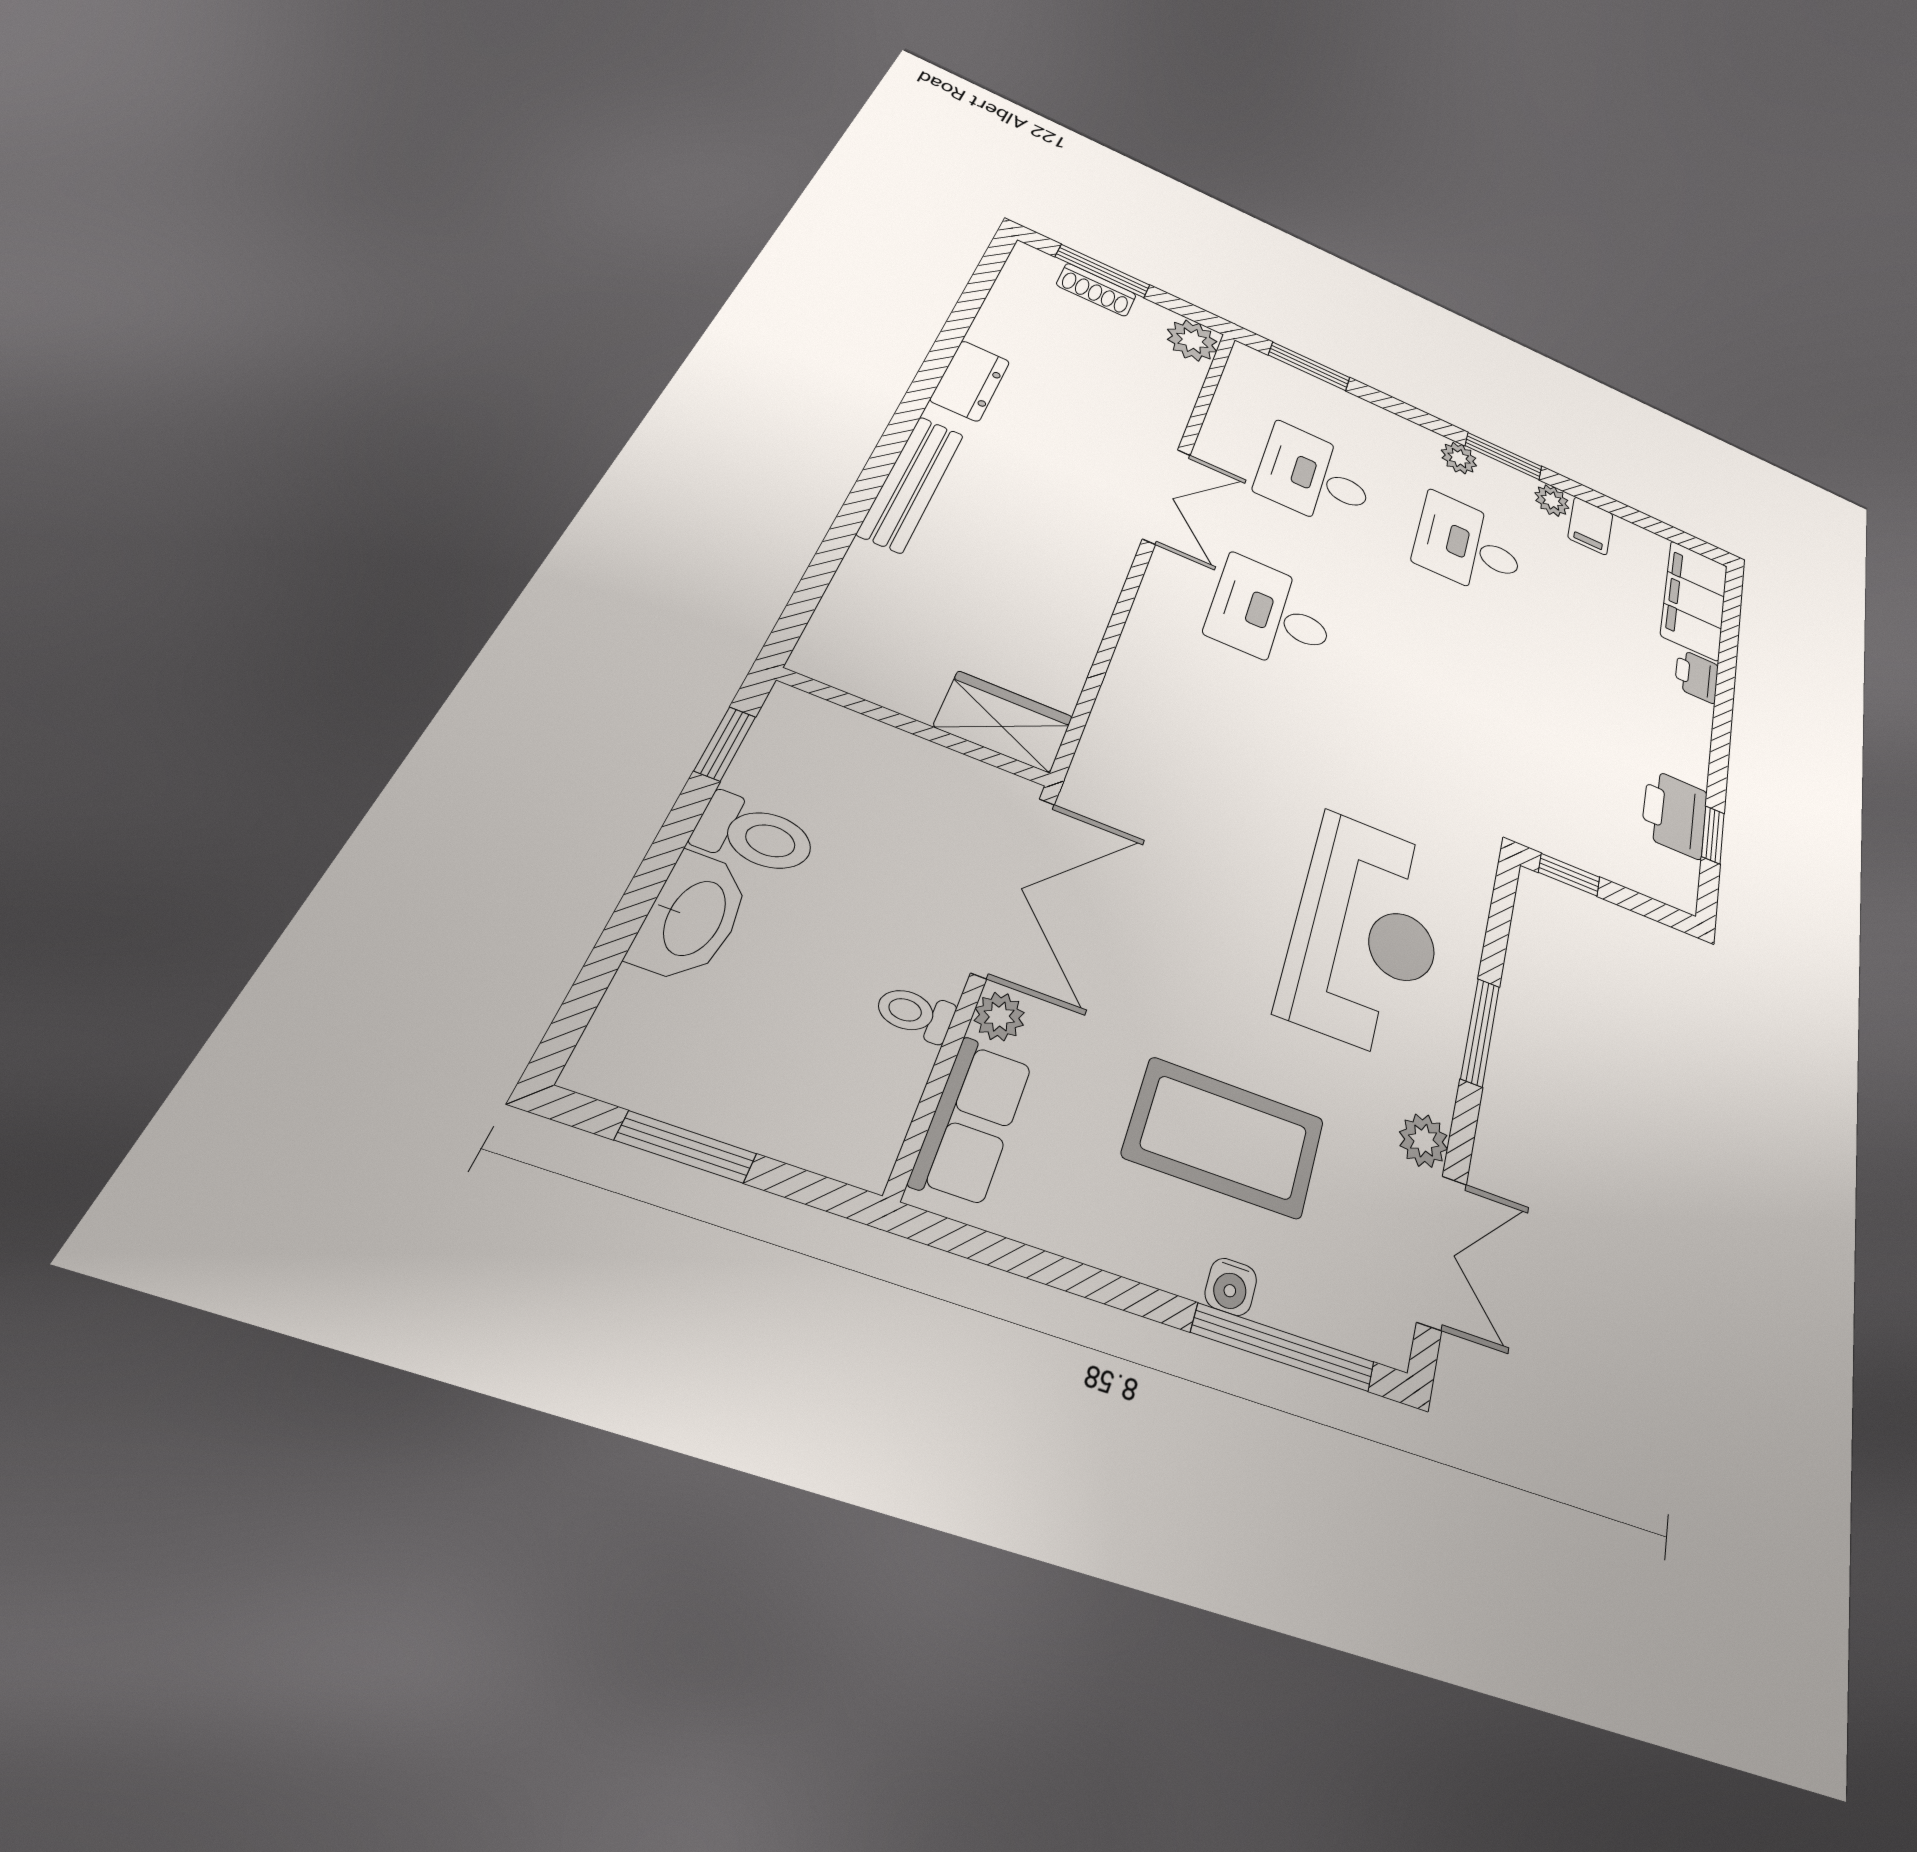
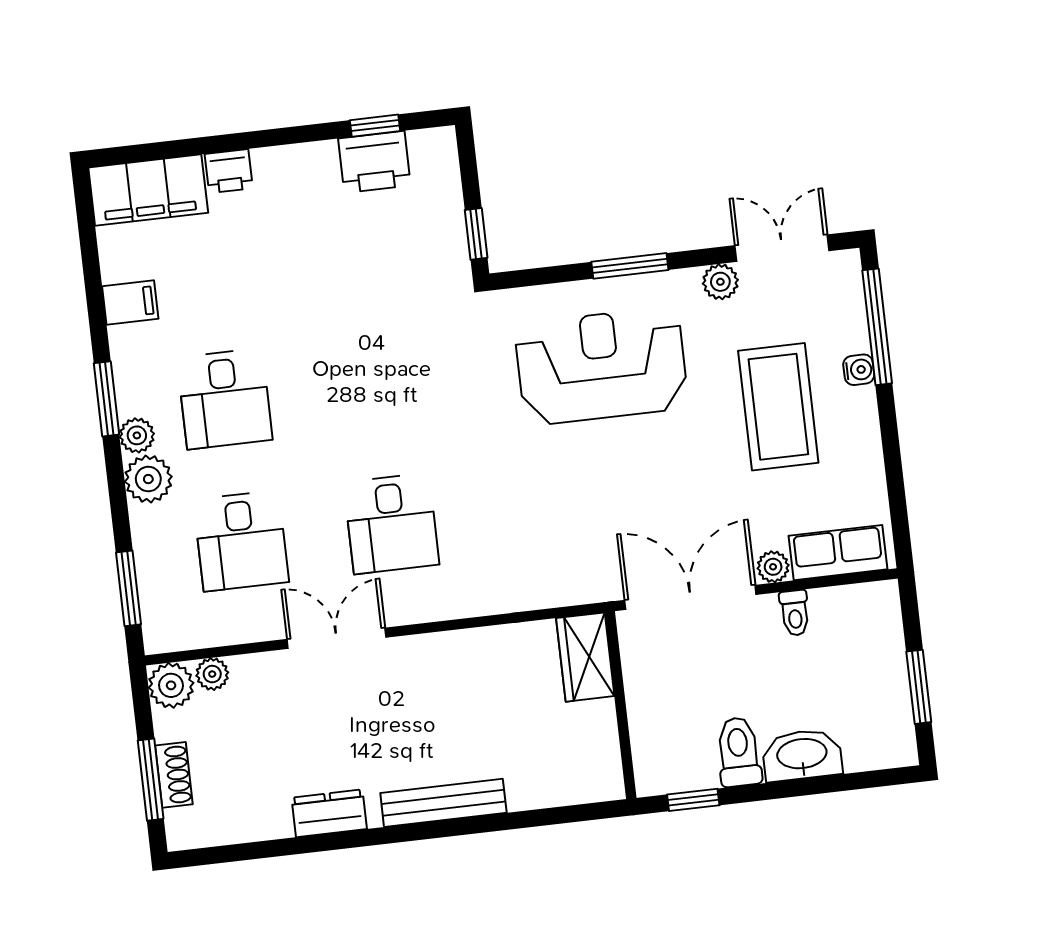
plant: (1186, 377) -> (212, 674), added
plant: (1552, 501) -> (148, 479), moved, width x1.38, depth x1.38

